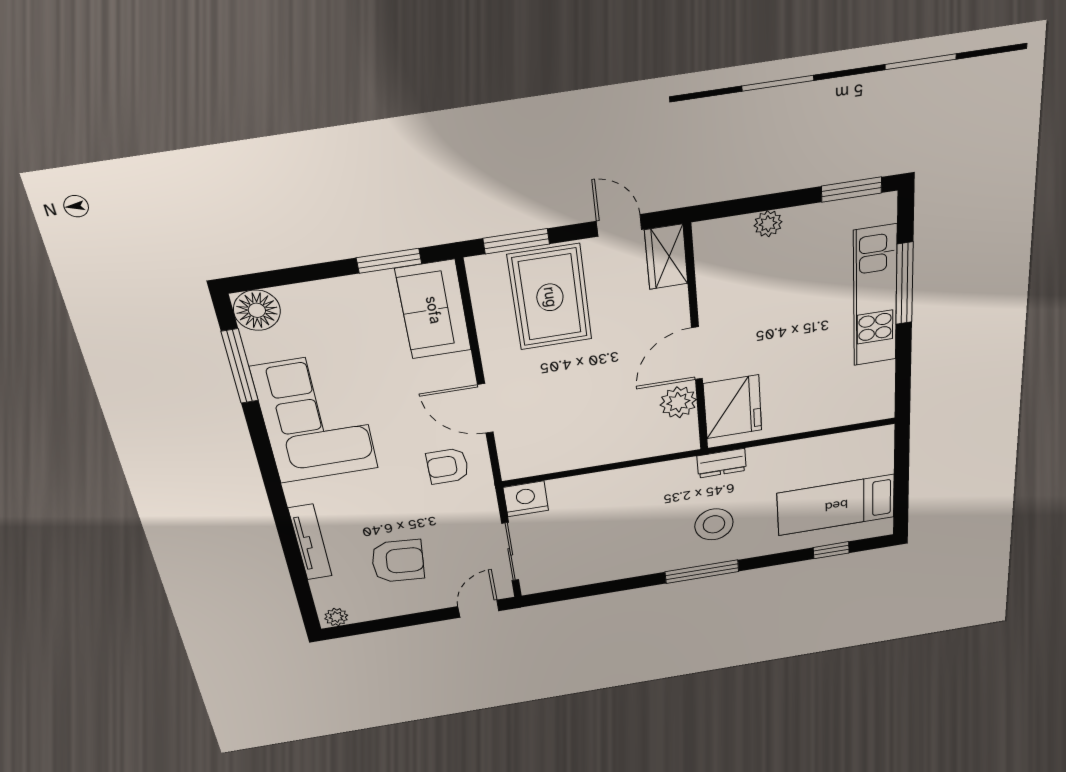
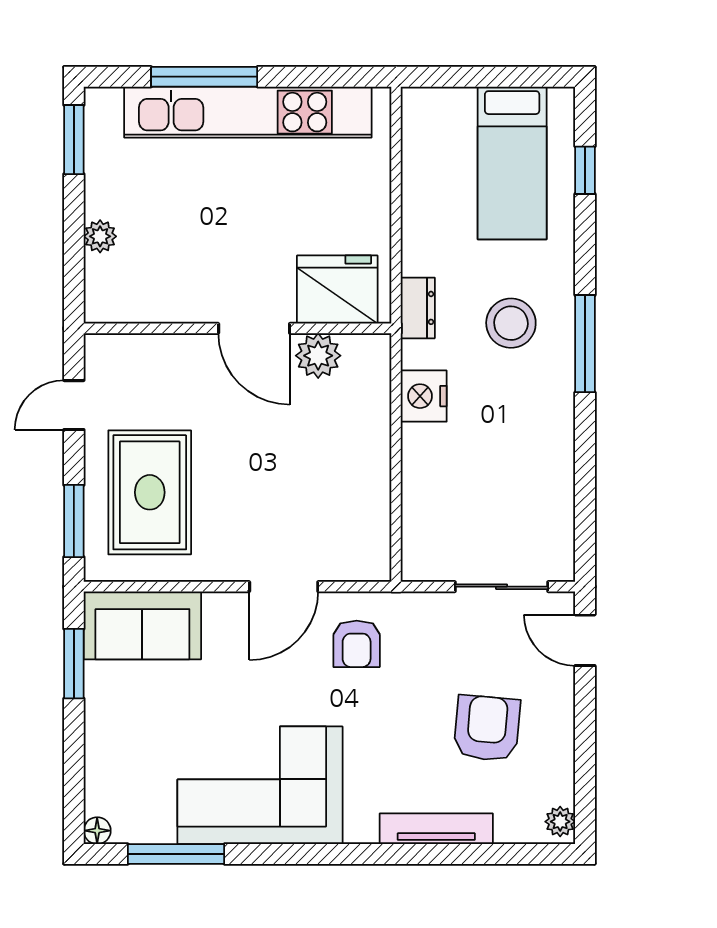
wardrobe: (666, 257) -> (122, 355), removed
kitchen unit: (875, 296) -> (248, 112), width x1.36
rug: (550, 297) -> (150, 492), turned 90
floor lamp: (257, 310) -> (97, 831), width x0.53, depth x0.53
nightstand: (526, 499) -> (424, 396), moved

